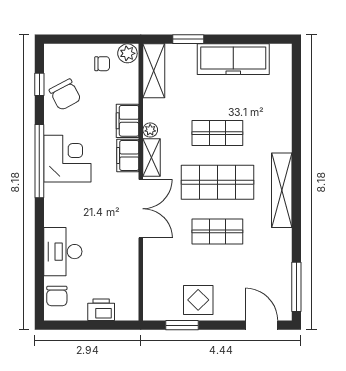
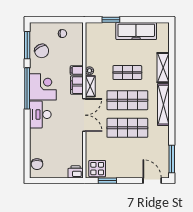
plant: (127, 53) -> (77, 28), removed
shelving: (154, 71) -> (163, 68), moved
window: (39, 84) -> (27, 45), width x2.17
filing cabinet: (127, 121) -> (77, 70), width x0.50
shop shelf: (217, 231) -> (127, 128), width x1.43, depth x1.36
desk: (63, 252) -> (40, 115), moved
display table: (198, 300) -> (97, 169), moved
printer: (101, 310) -> (76, 172), moved

